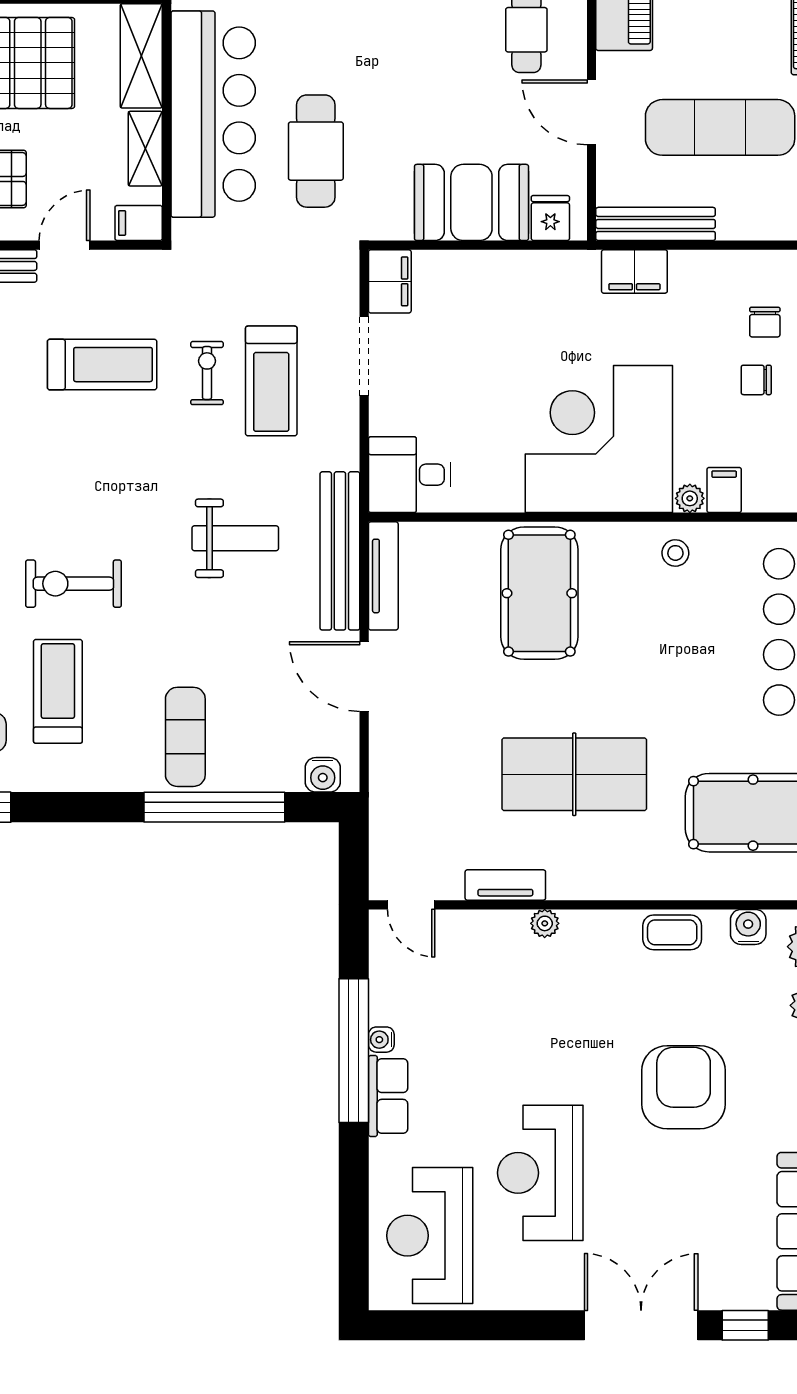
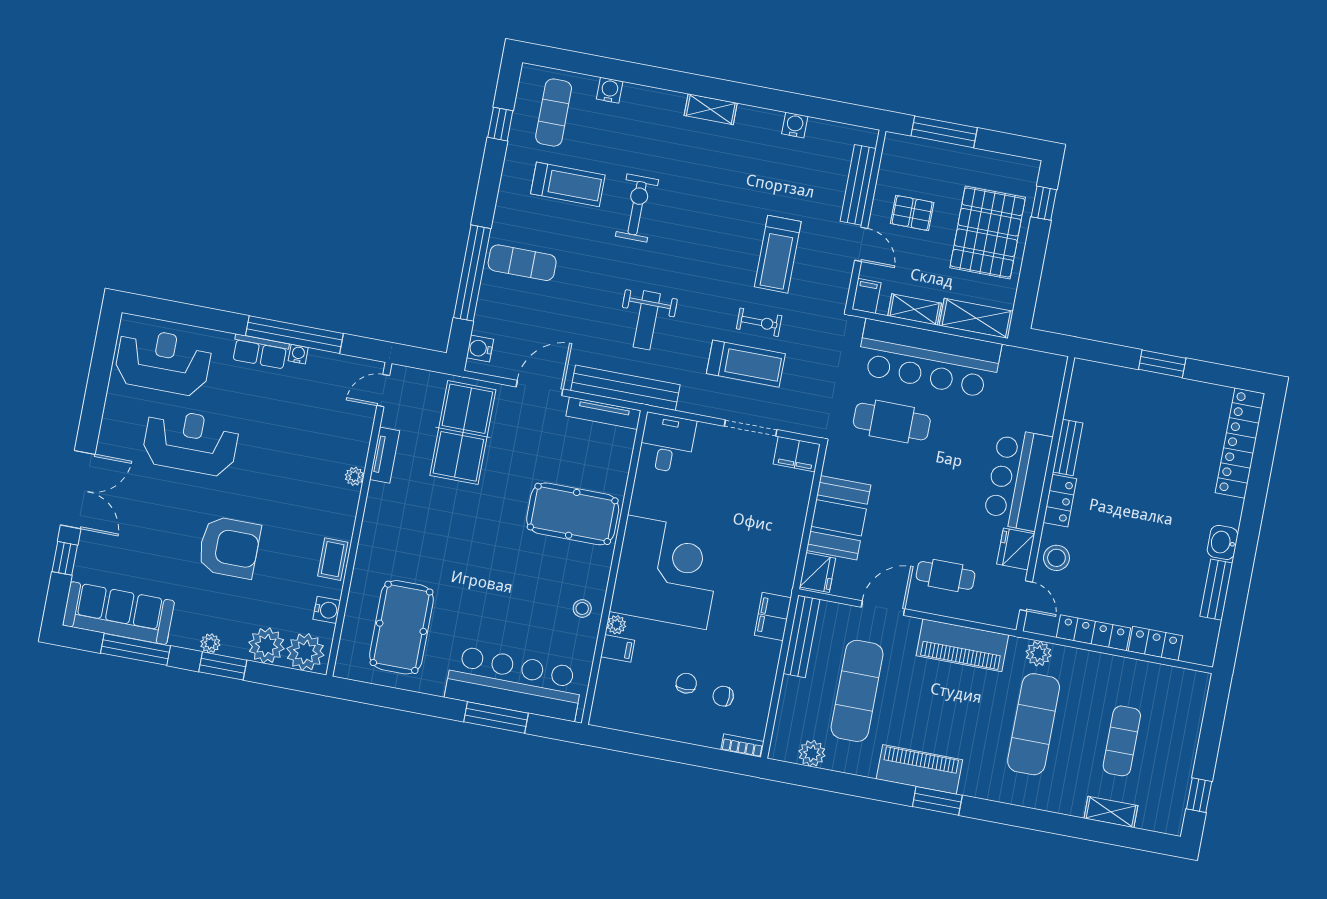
fridge: (550, 218) -> (818, 573), width x1.38
treadmill: (271, 381) -> (746, 364), turned 180
table tennis table: (574, 774) -> (463, 433), moved

